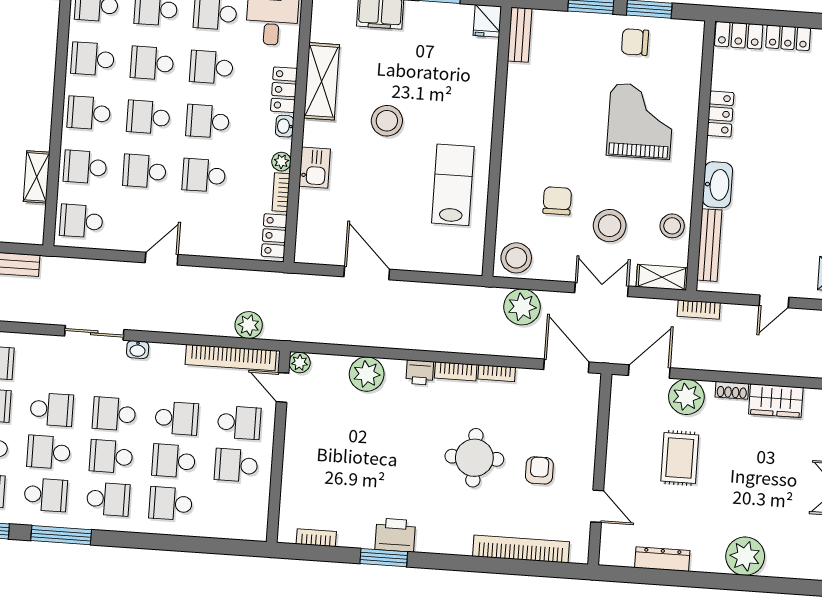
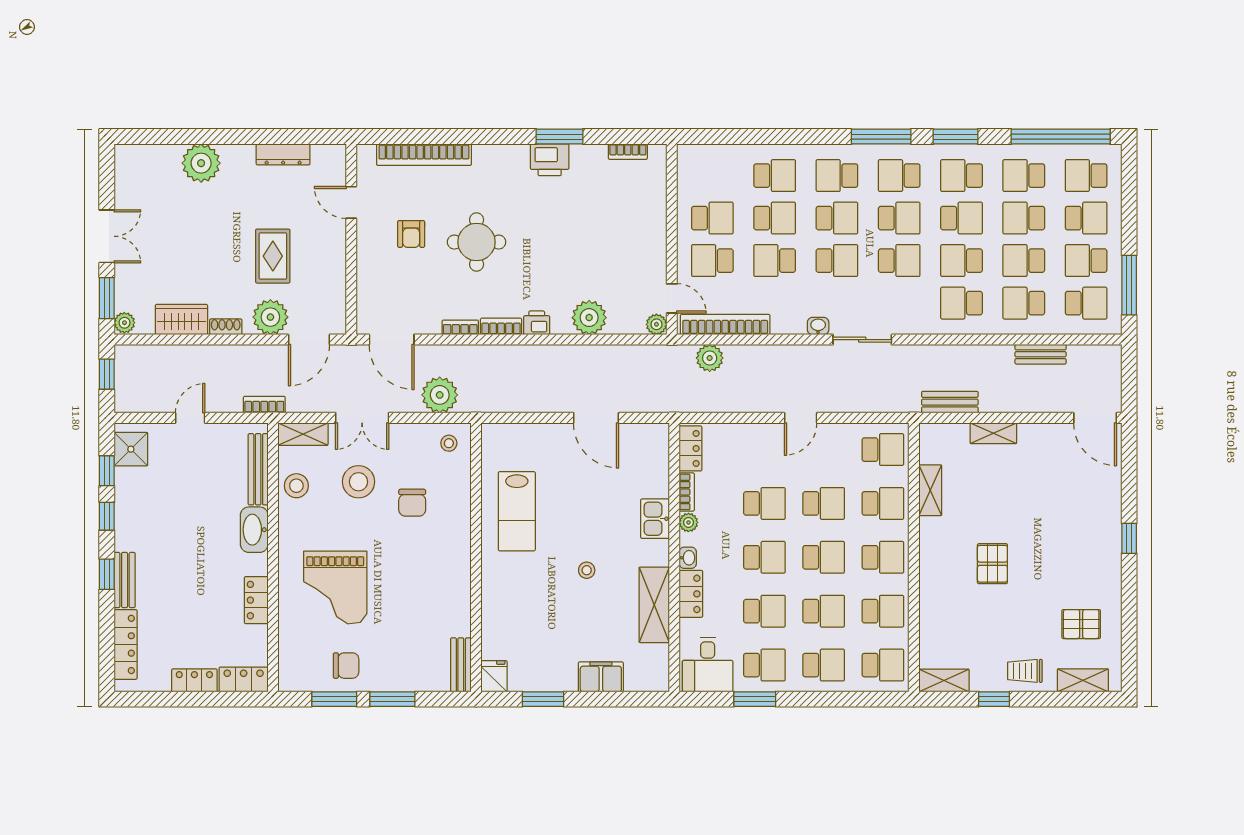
stool: (387, 121) -> (587, 570), width x0.53, depth x0.53
stool: (516, 258) -> (449, 443), width x0.53, depth x0.53
school desk: (52, 409) -> (899, 261), turned 180

